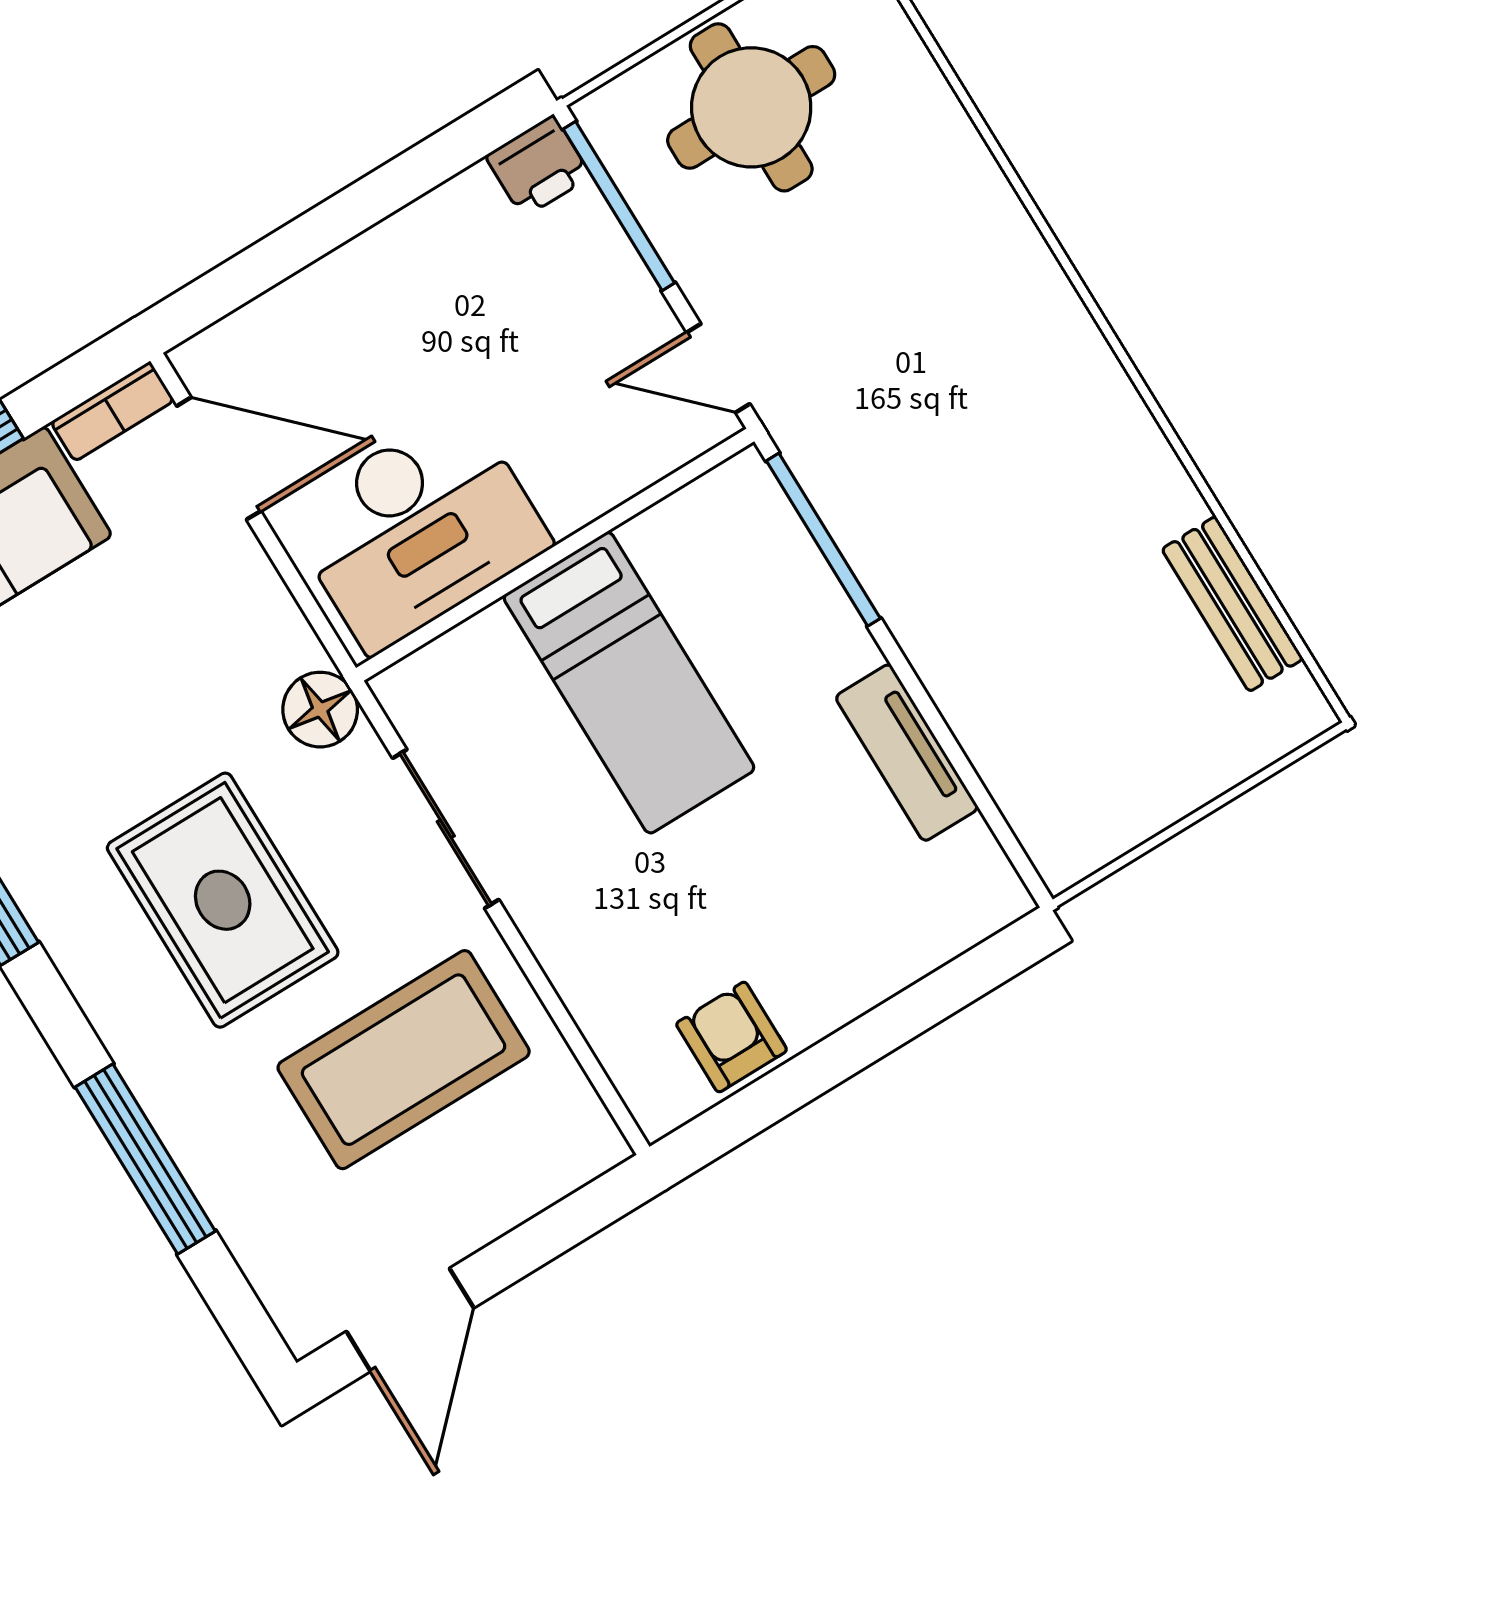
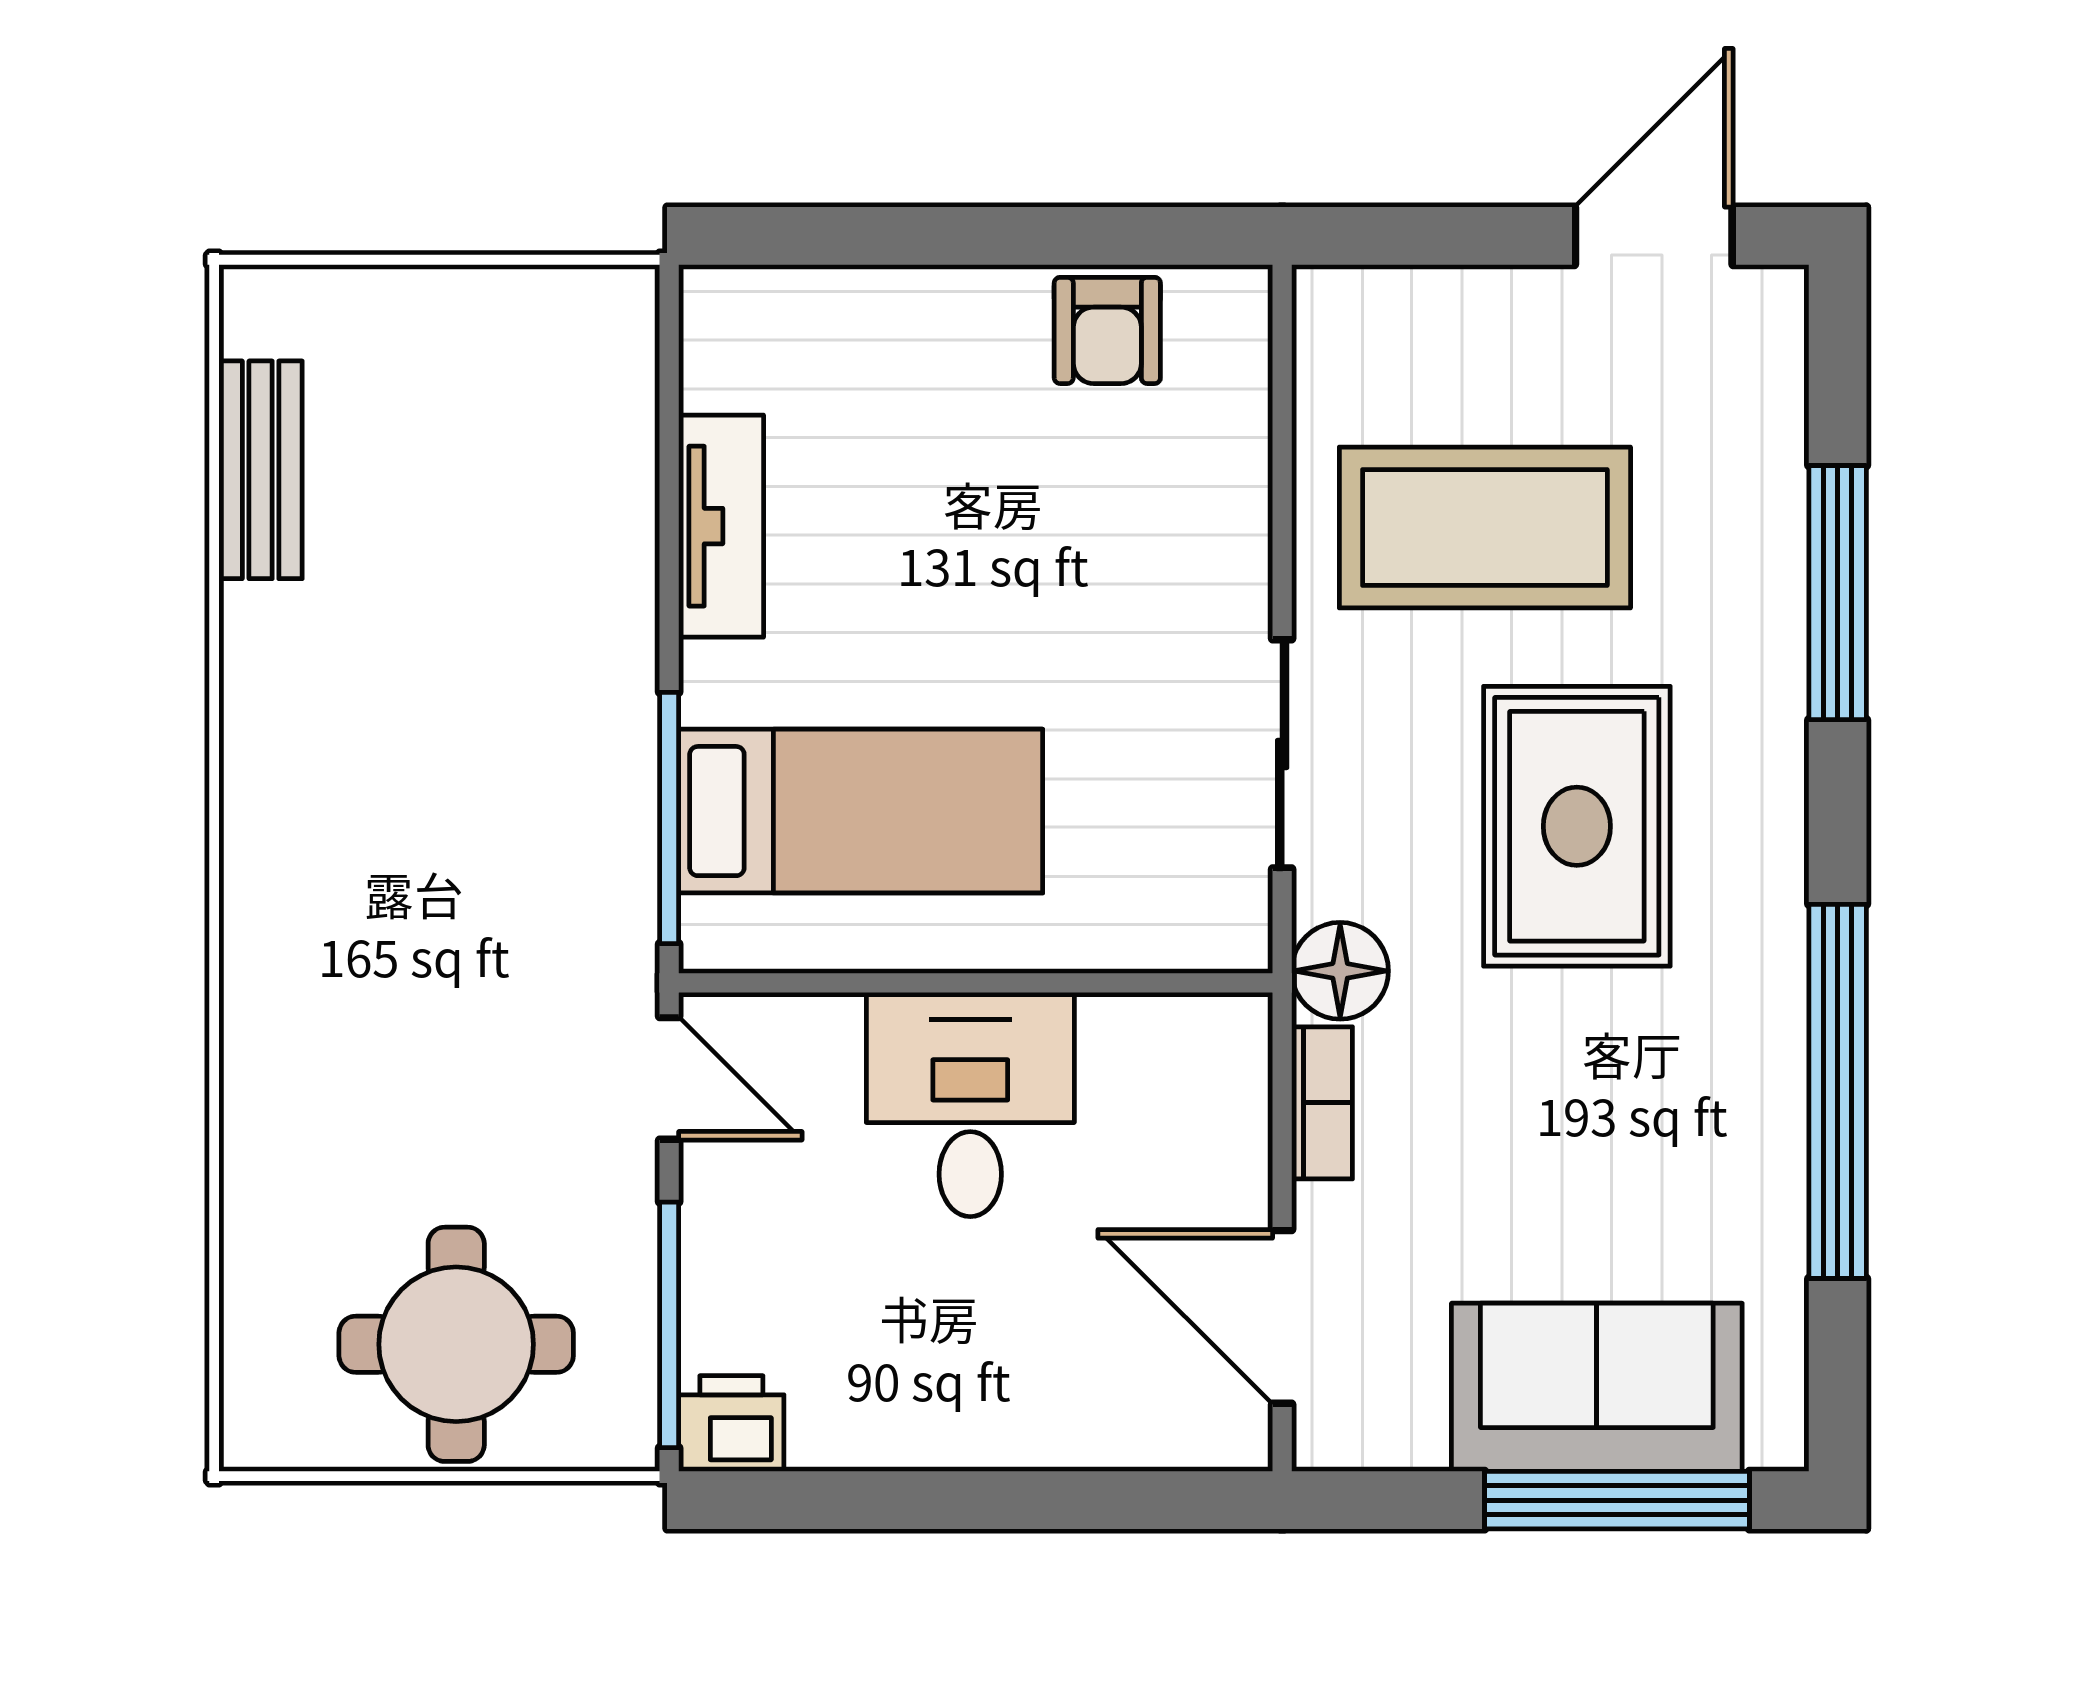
bookcase: (112, 411) -> (1322, 1103), moved, turned 90
desk: (418, 529) -> (970, 1105), moved, width x0.73
bed: (629, 683) -> (861, 811), moved, turned 90

